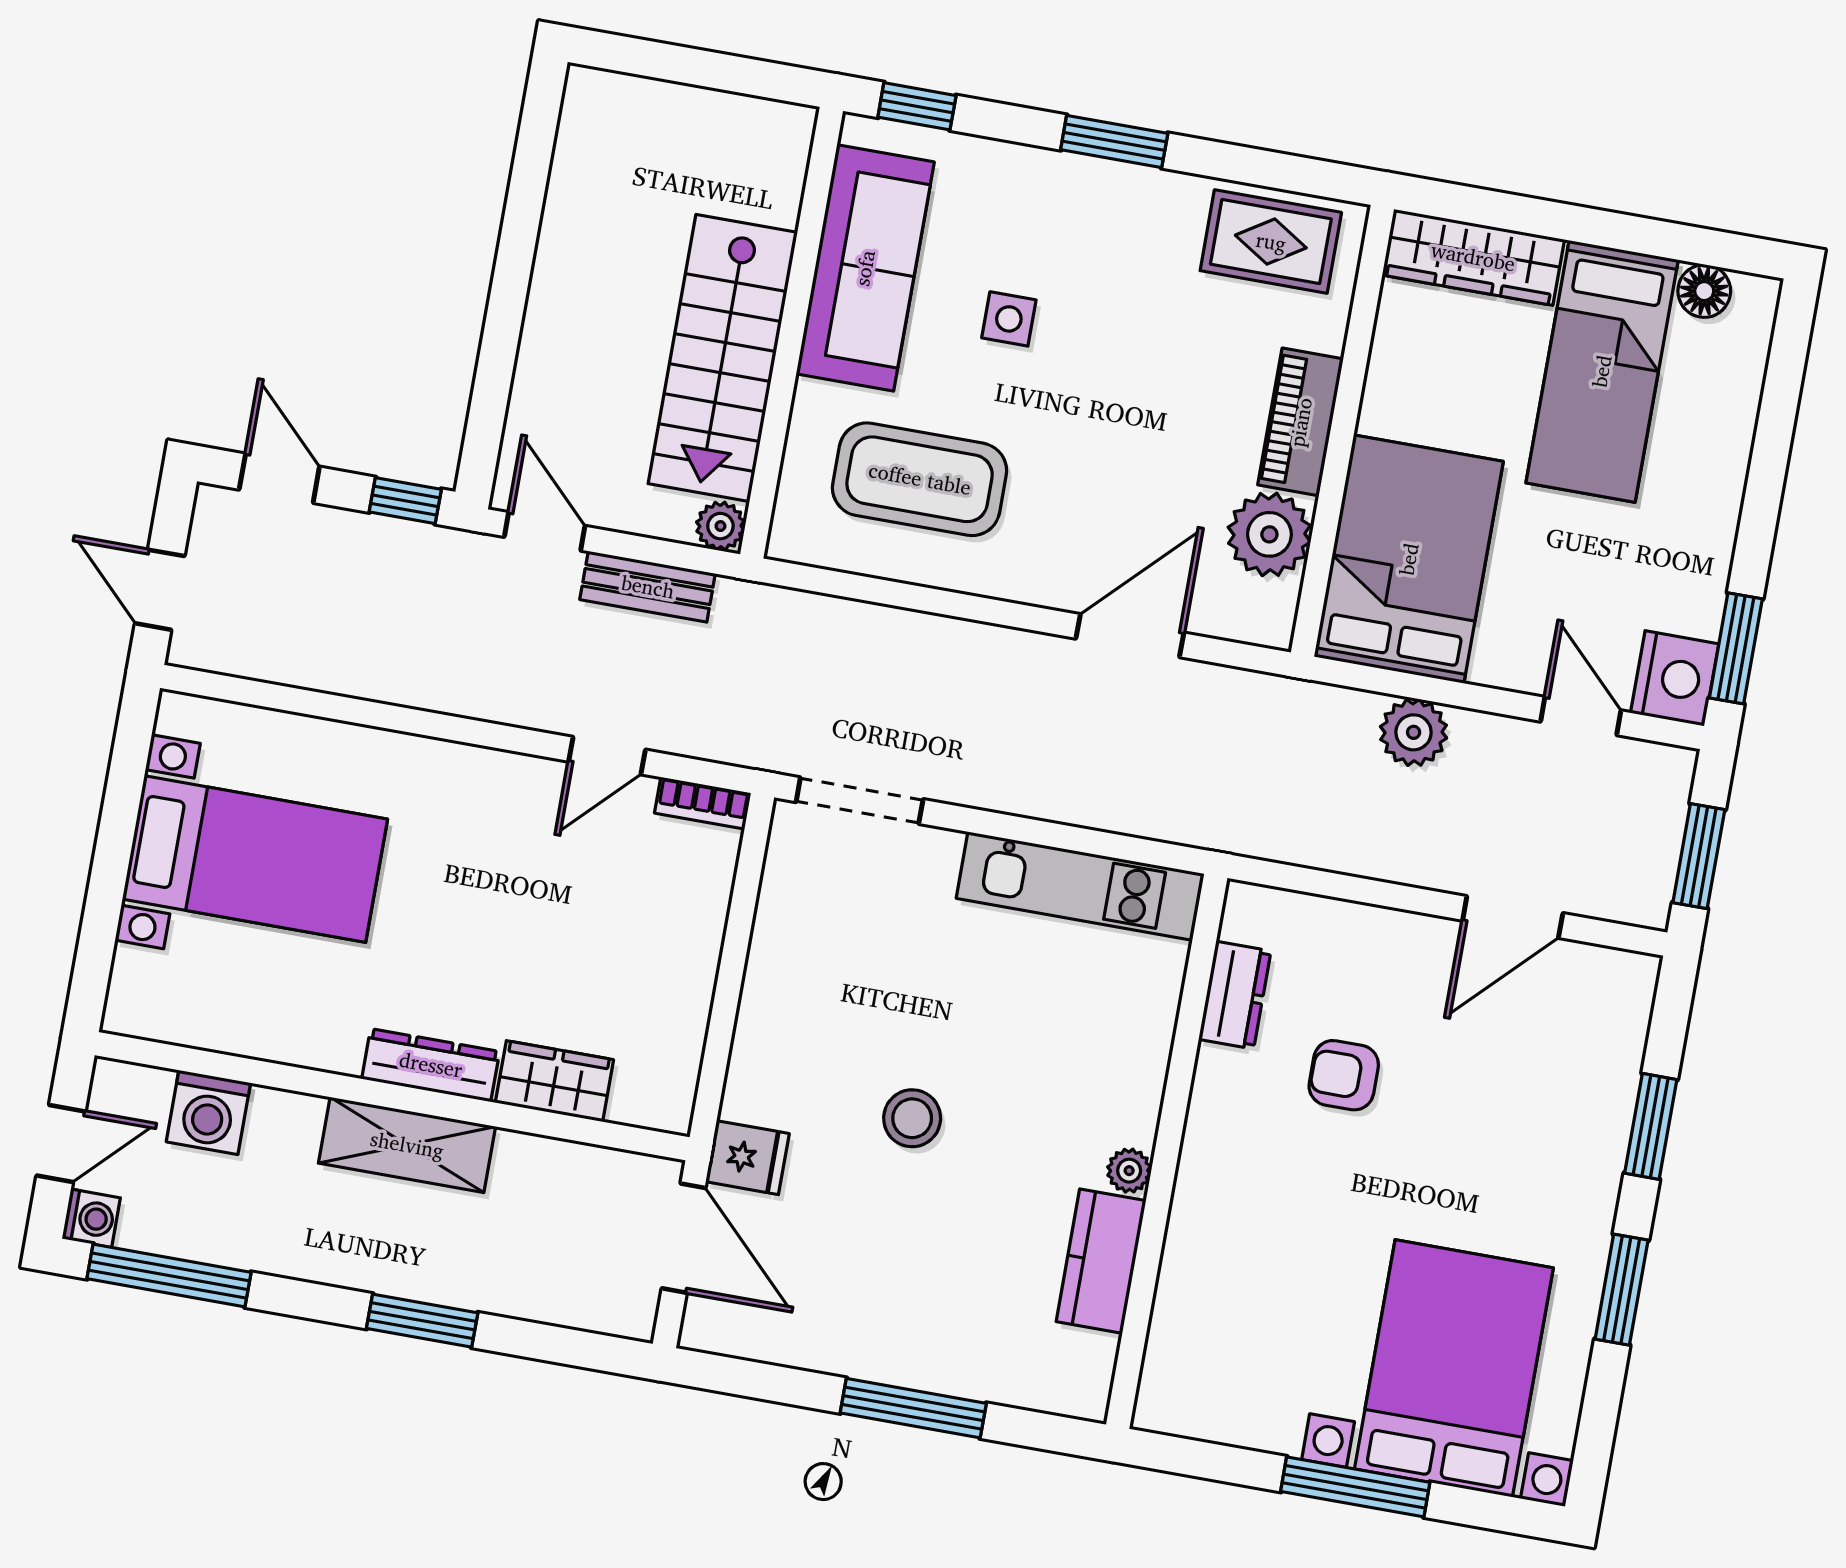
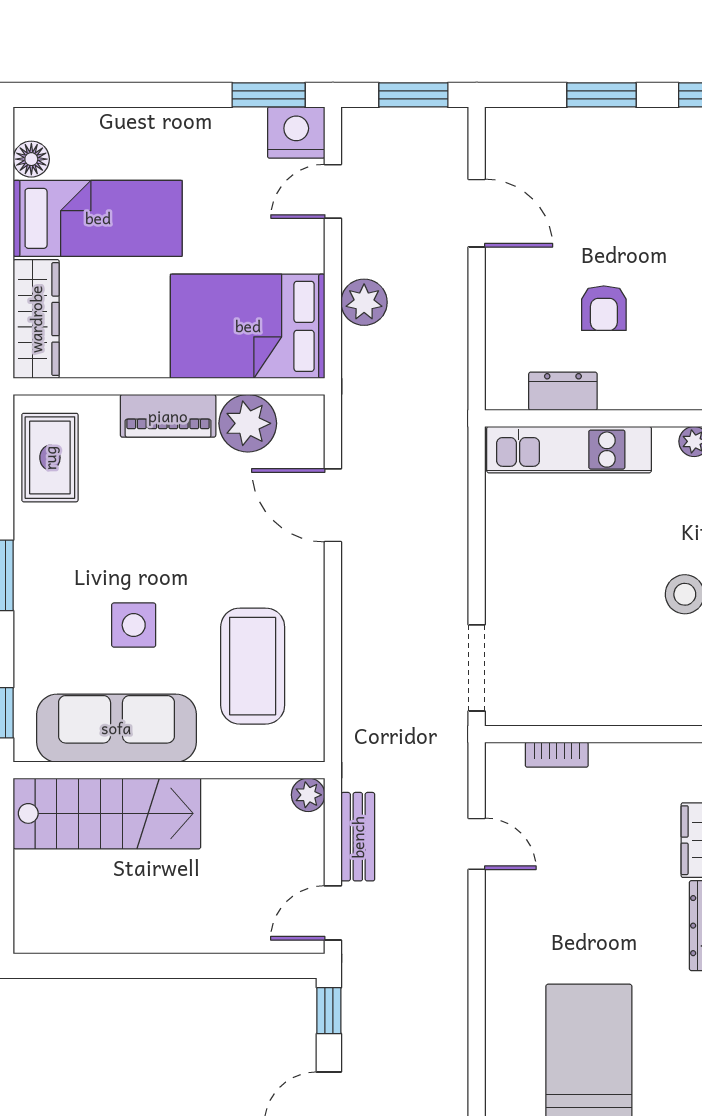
side table: (1009, 319) -> (134, 625), width x1.37, depth x1.37
stairs: (723, 358) -> (107, 813), moved
bookcase: (703, 803) -> (557, 755), moved, turned 90
kitchen unit: (1080, 886) -> (569, 450), moved, turned 90

